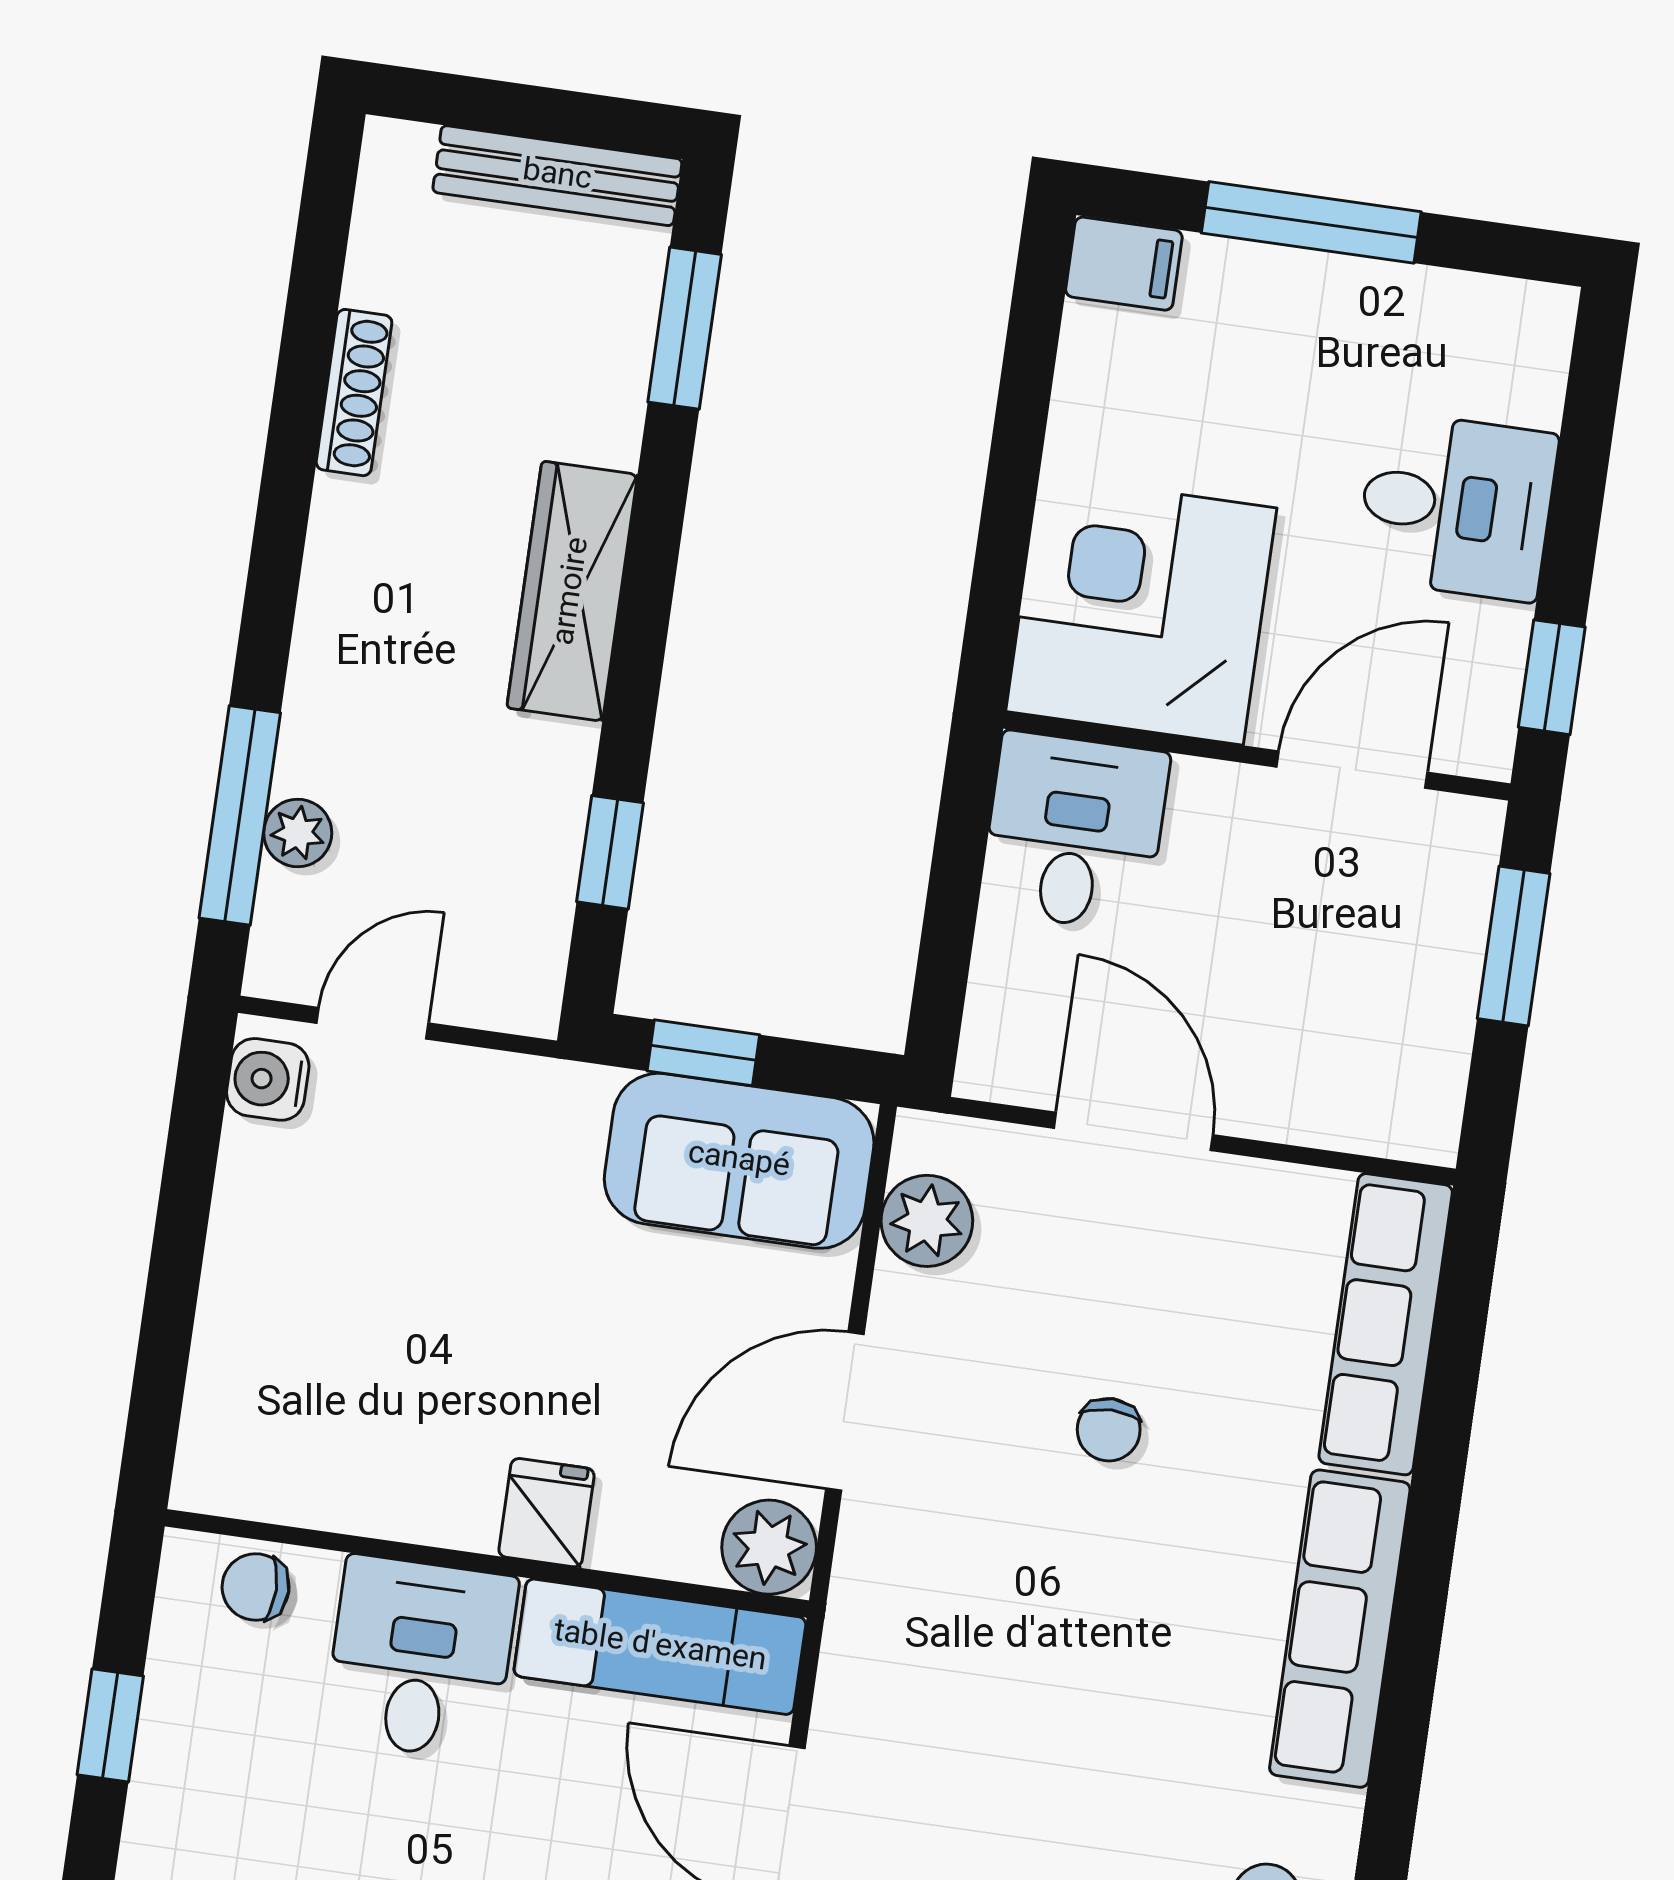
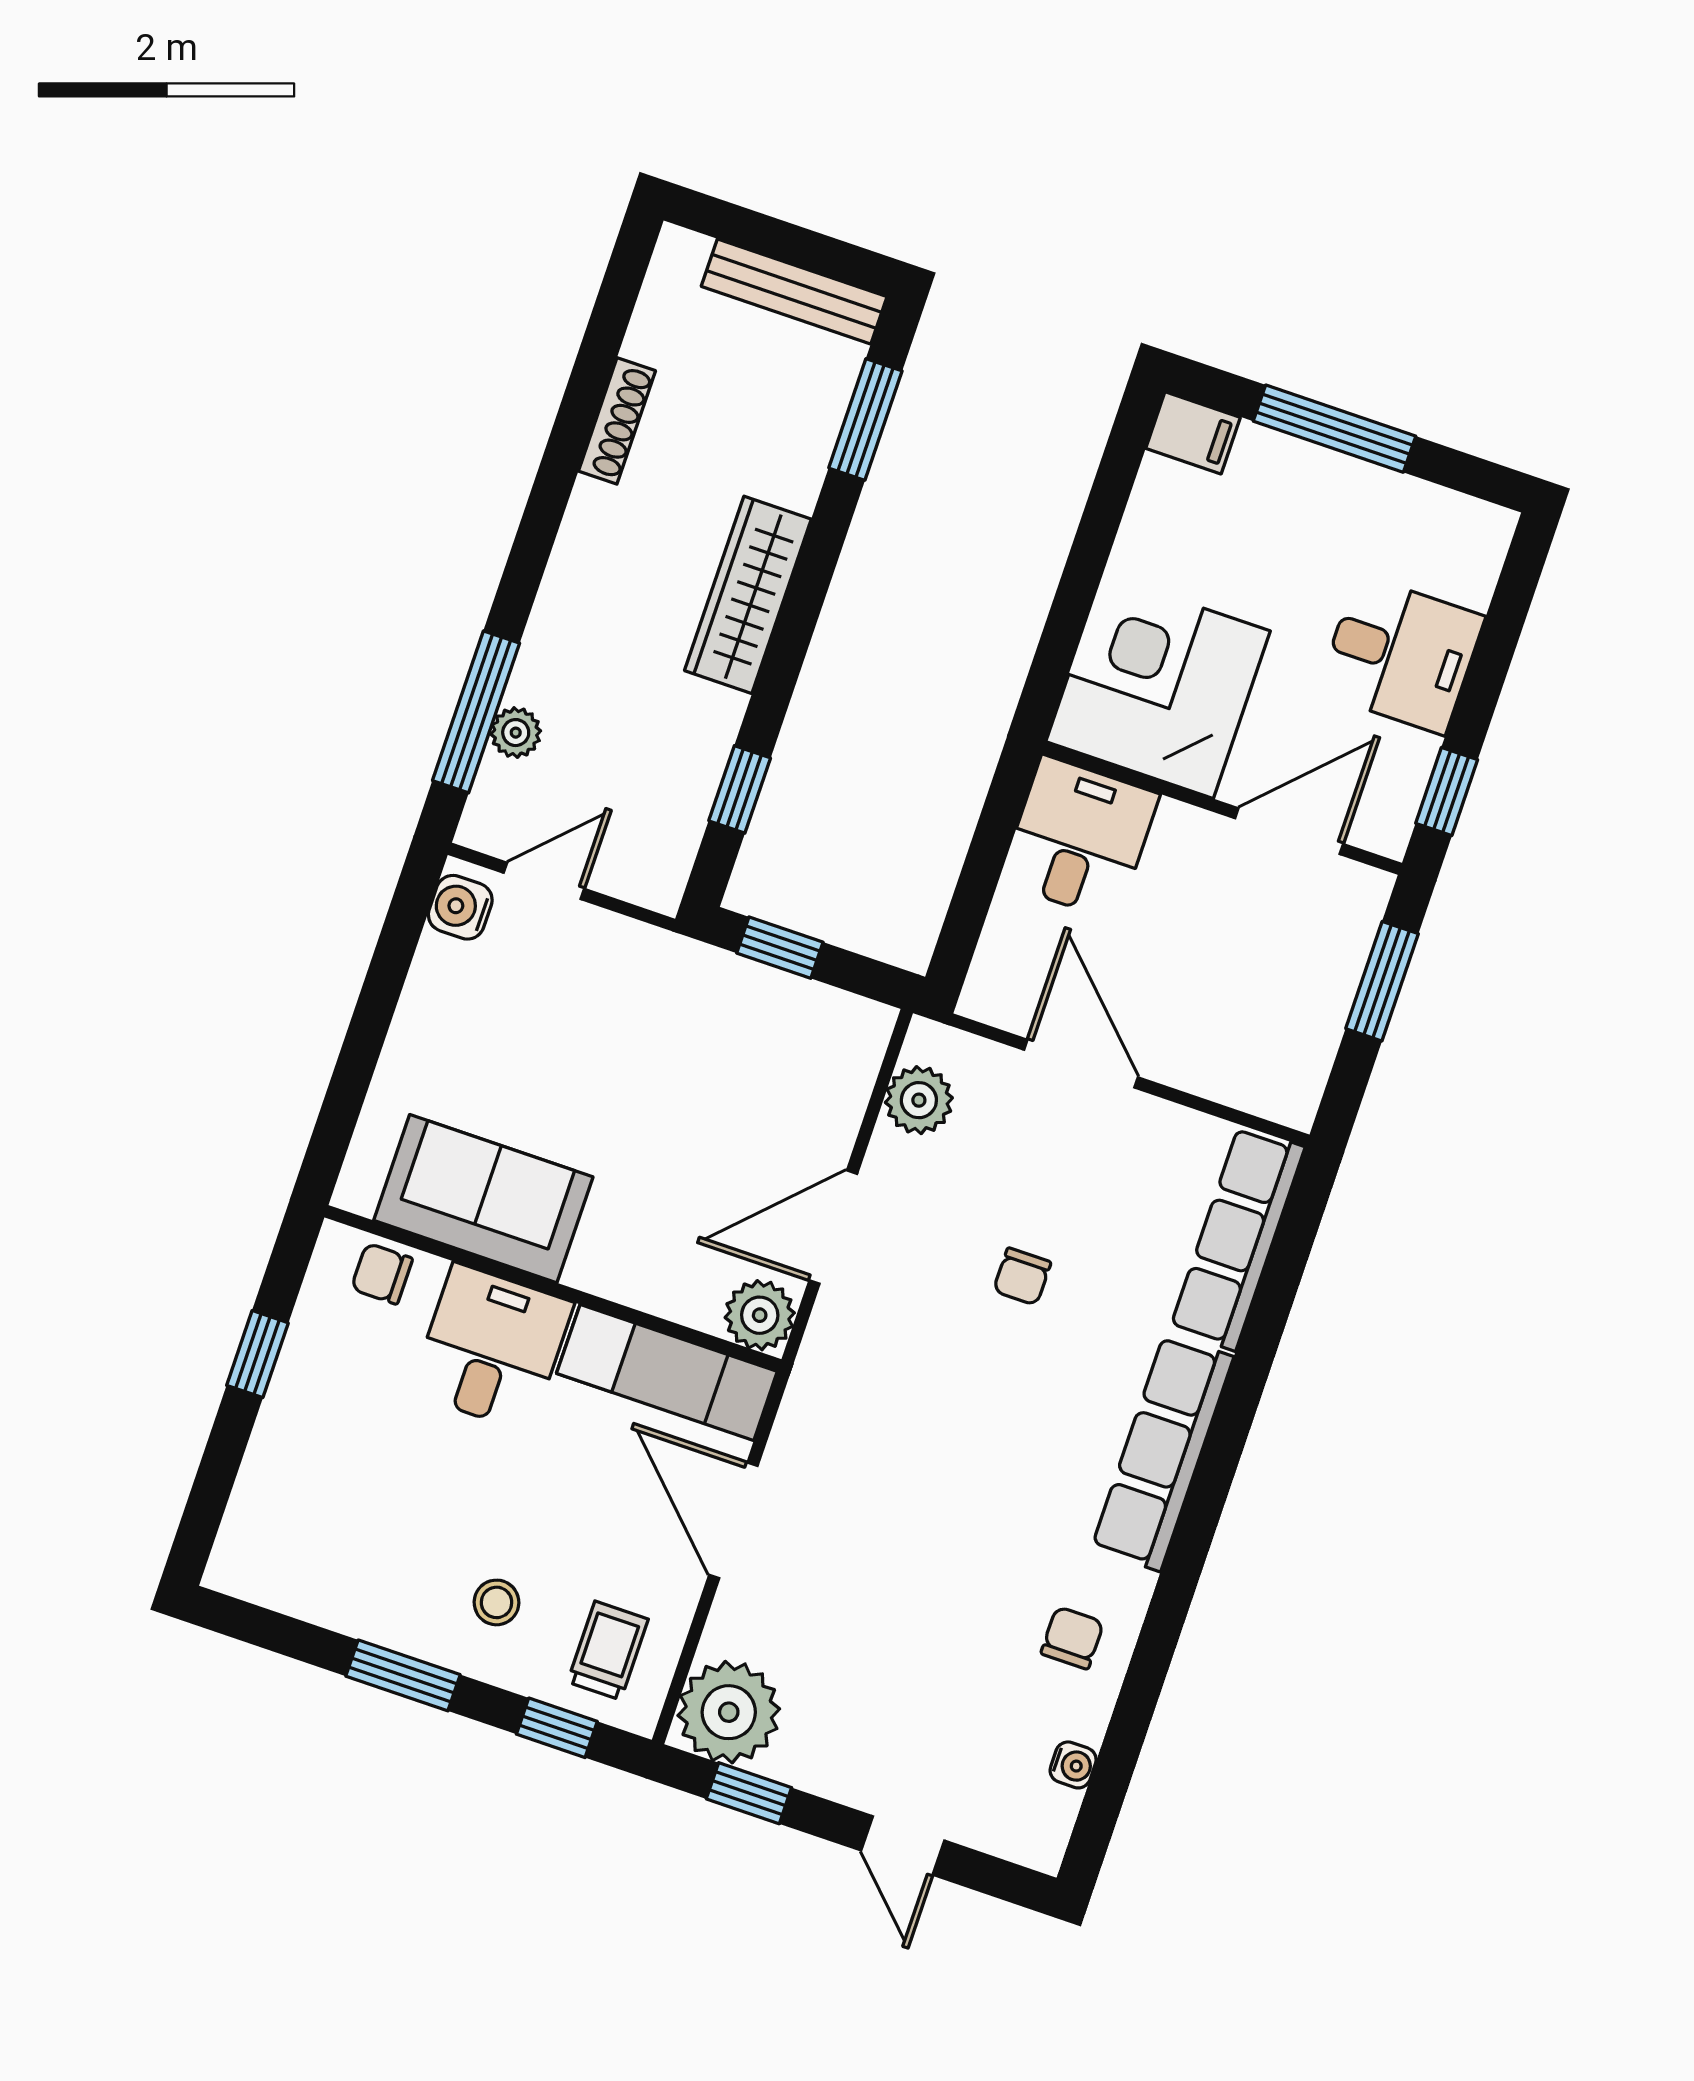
sofa: (739, 1161) -> (483, 1199), moved, turned 180
fridge: (546, 1513) -> (603, 1260), removed

